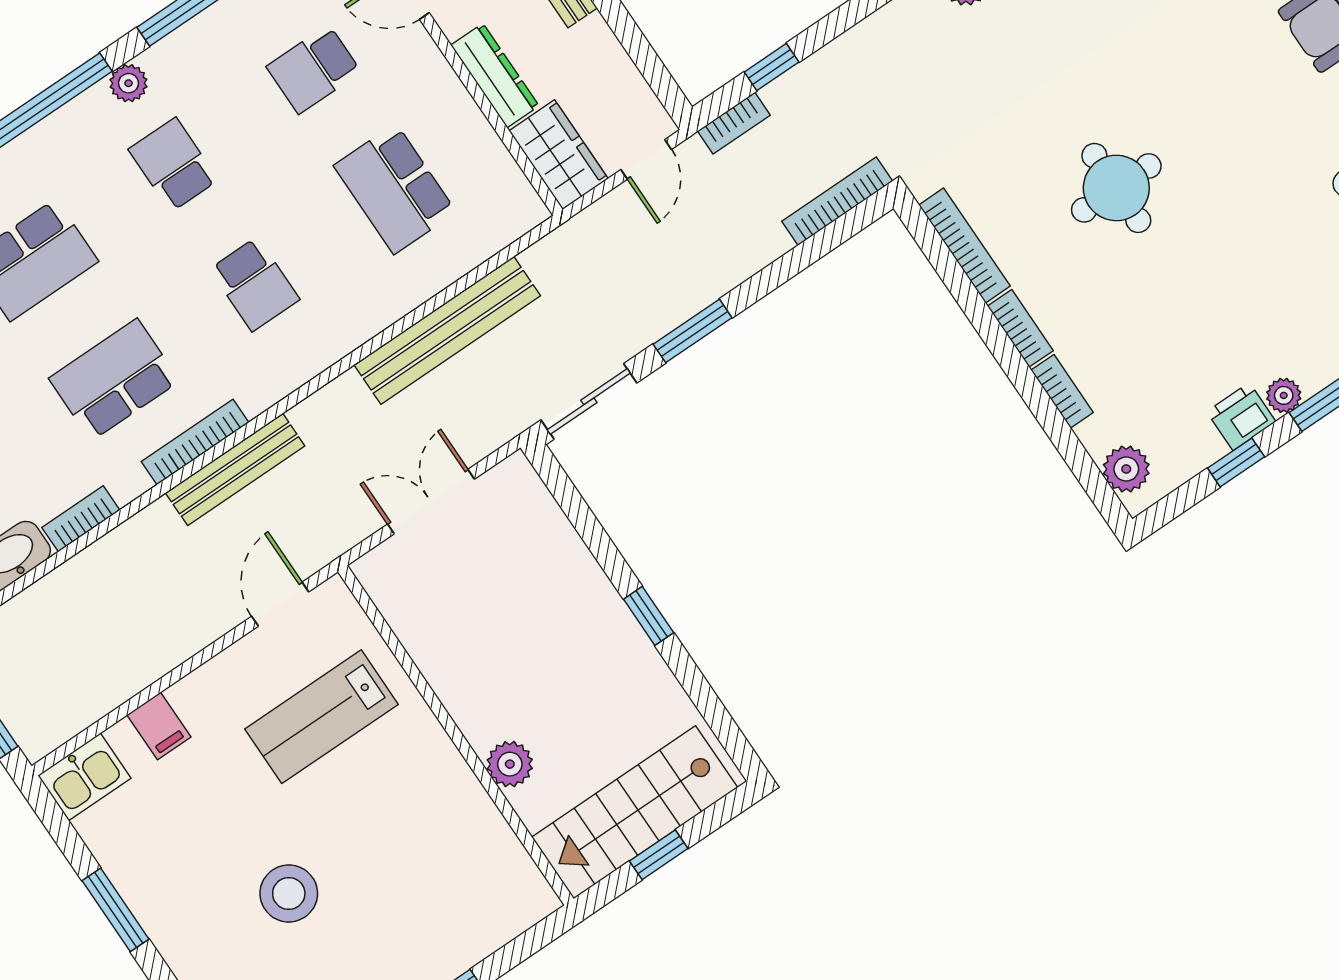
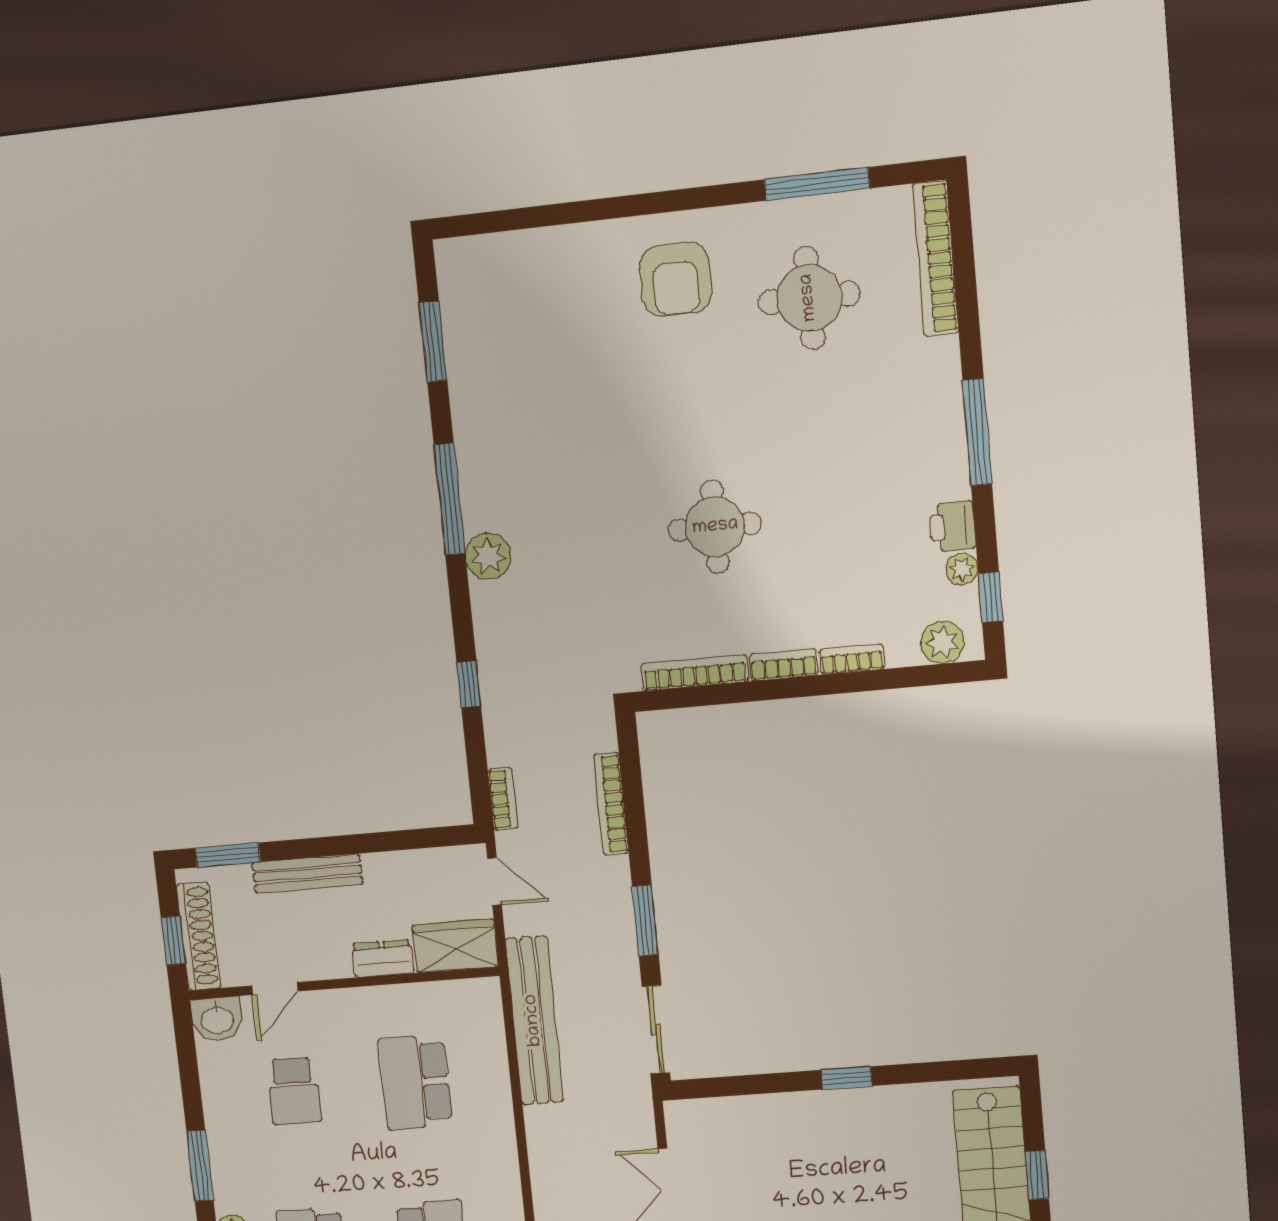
window: (772, 67) -> (469, 684), moved
dresser: (495, 75) -> (383, 959), width x0.70
school desk: (395, 189) -> (415, 1082), turned 90
bookcase: (837, 201) -> (611, 804), moved
bench: (447, 330) -> (534, 1020), moved
plant: (1284, 395) -> (962, 569), moved
window: (1236, 462) -> (991, 597), moved

